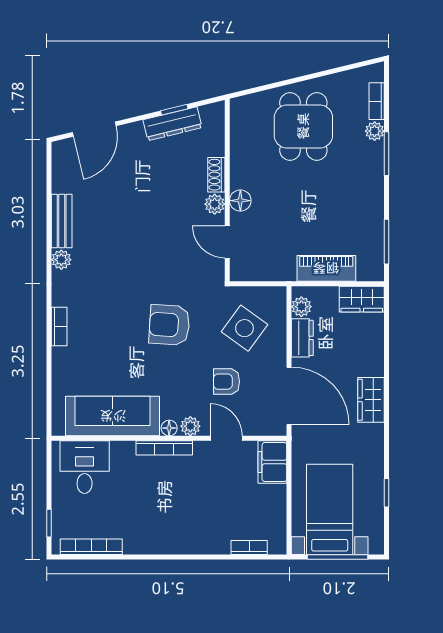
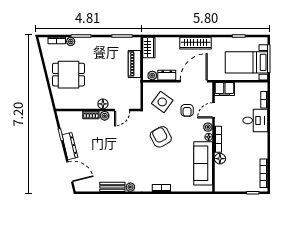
dresser: (173, 124) -> (70, 146), moved
armchair: (169, 325) -> (161, 137), turned 148
wardrobe: (371, 400) -> (196, 43), width x1.50
floor lamp: (123, 452) -> (220, 159), added
desk: (85, 467) -> (255, 120), moved, turned 180

